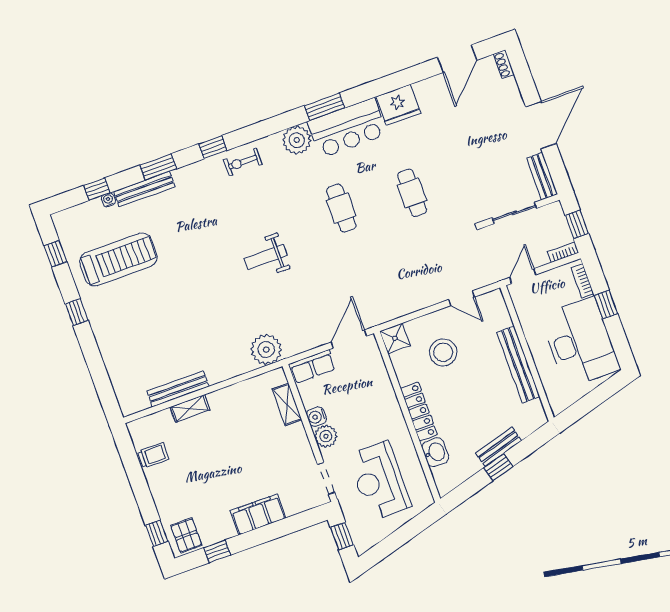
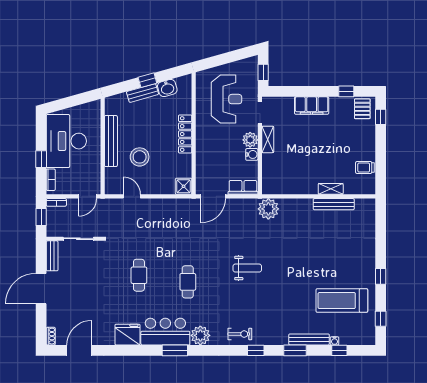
stool: (443, 352) -> (140, 157), moved
shelving: (287, 404) -> (268, 139), moved
washbasin: (435, 452) -> (167, 88), moved, turned -106

